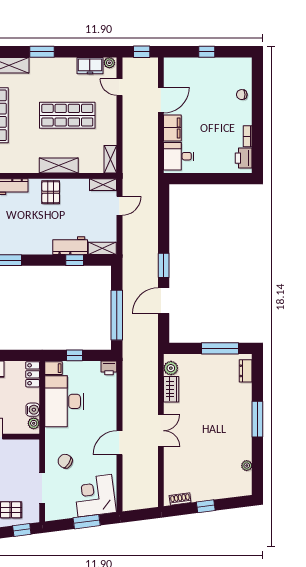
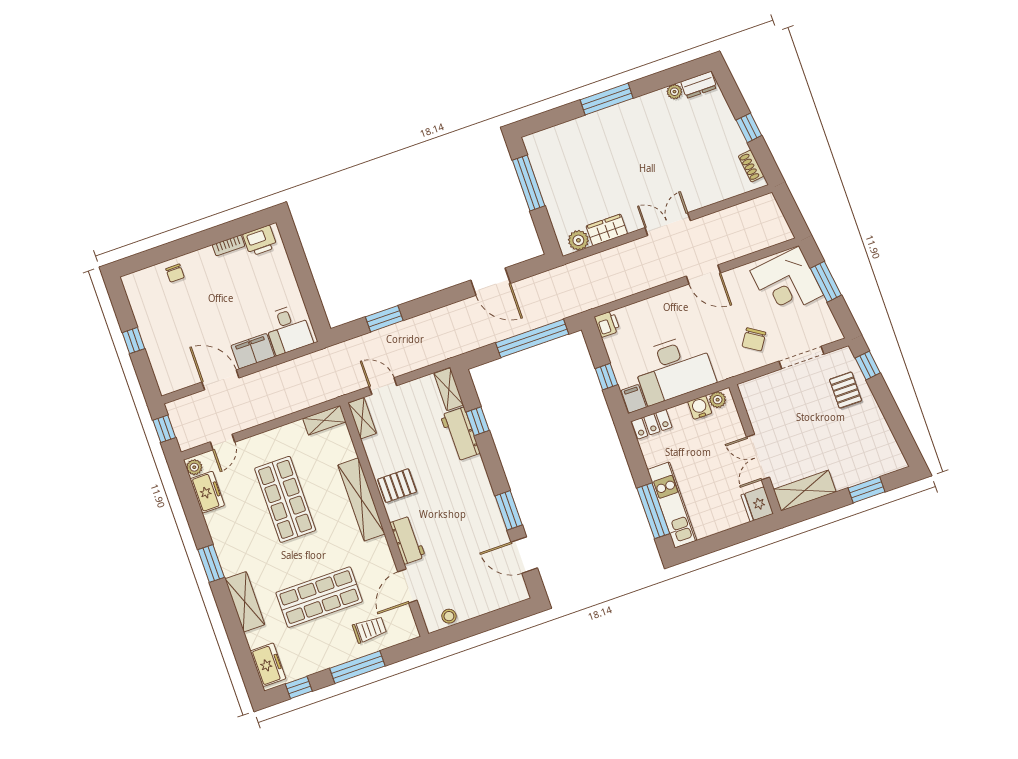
shelving: (59, 165) -> (361, 499), width x1.47
window: (164, 265) -> (384, 319), moved
dresser: (246, 371) -> (699, 85), moved

